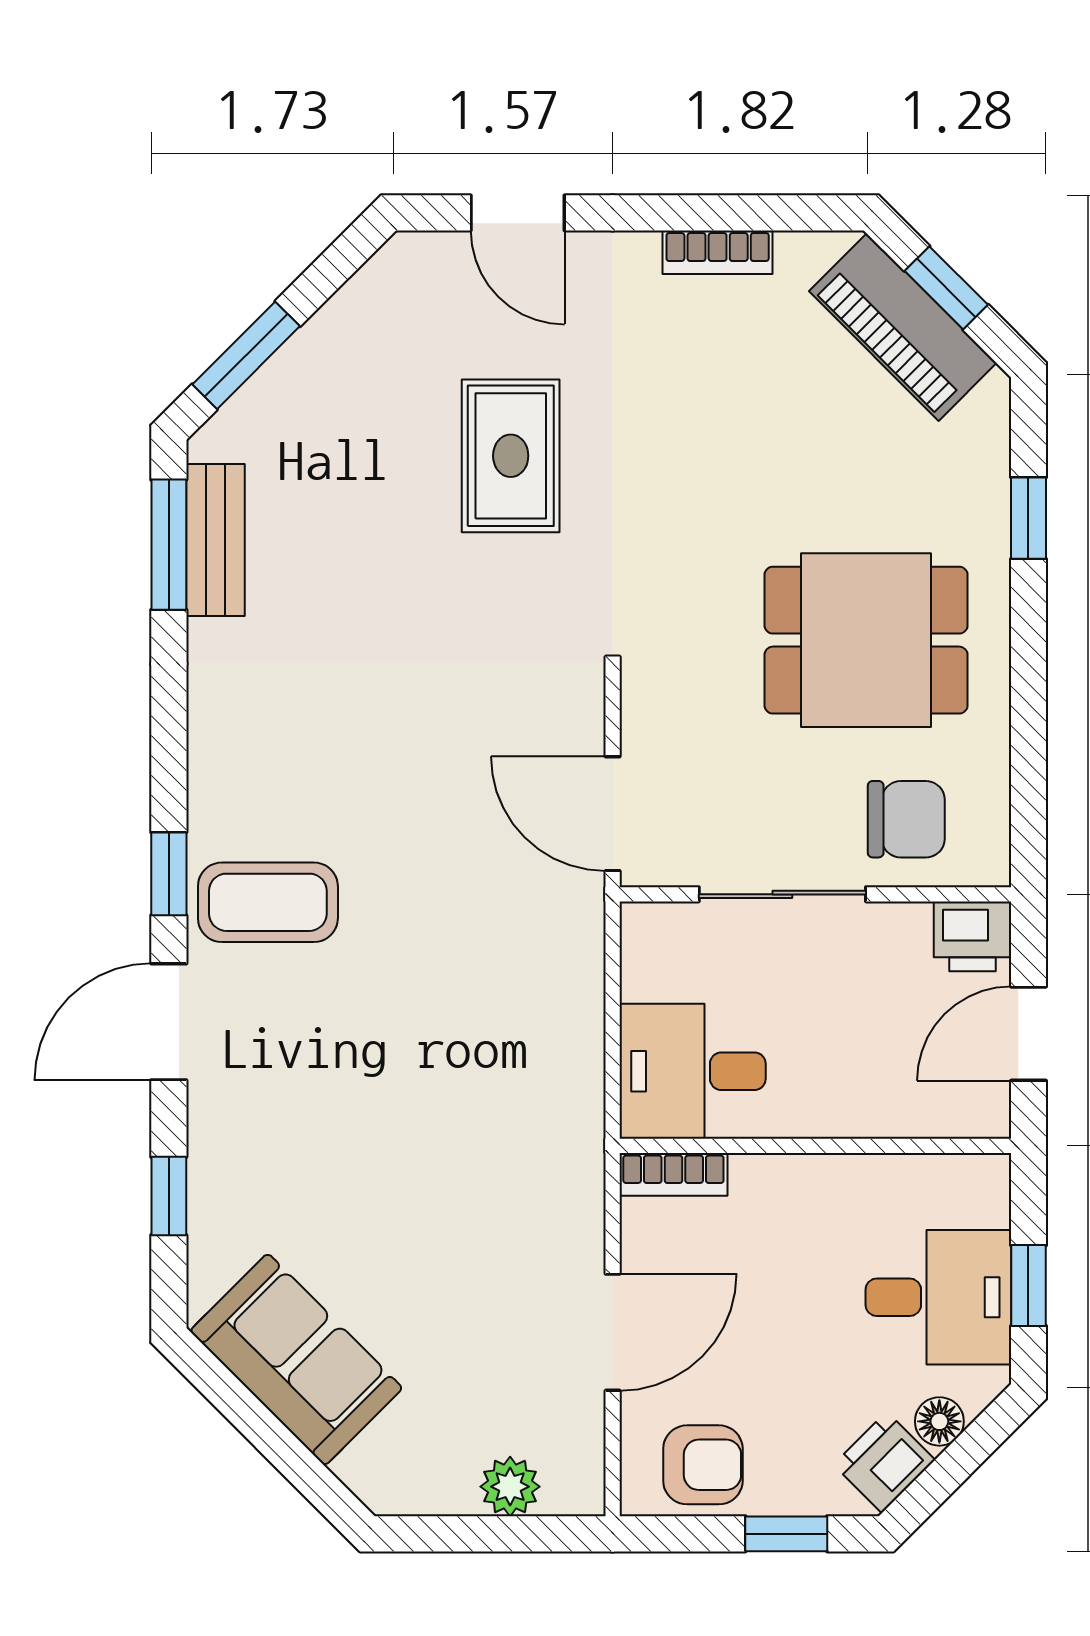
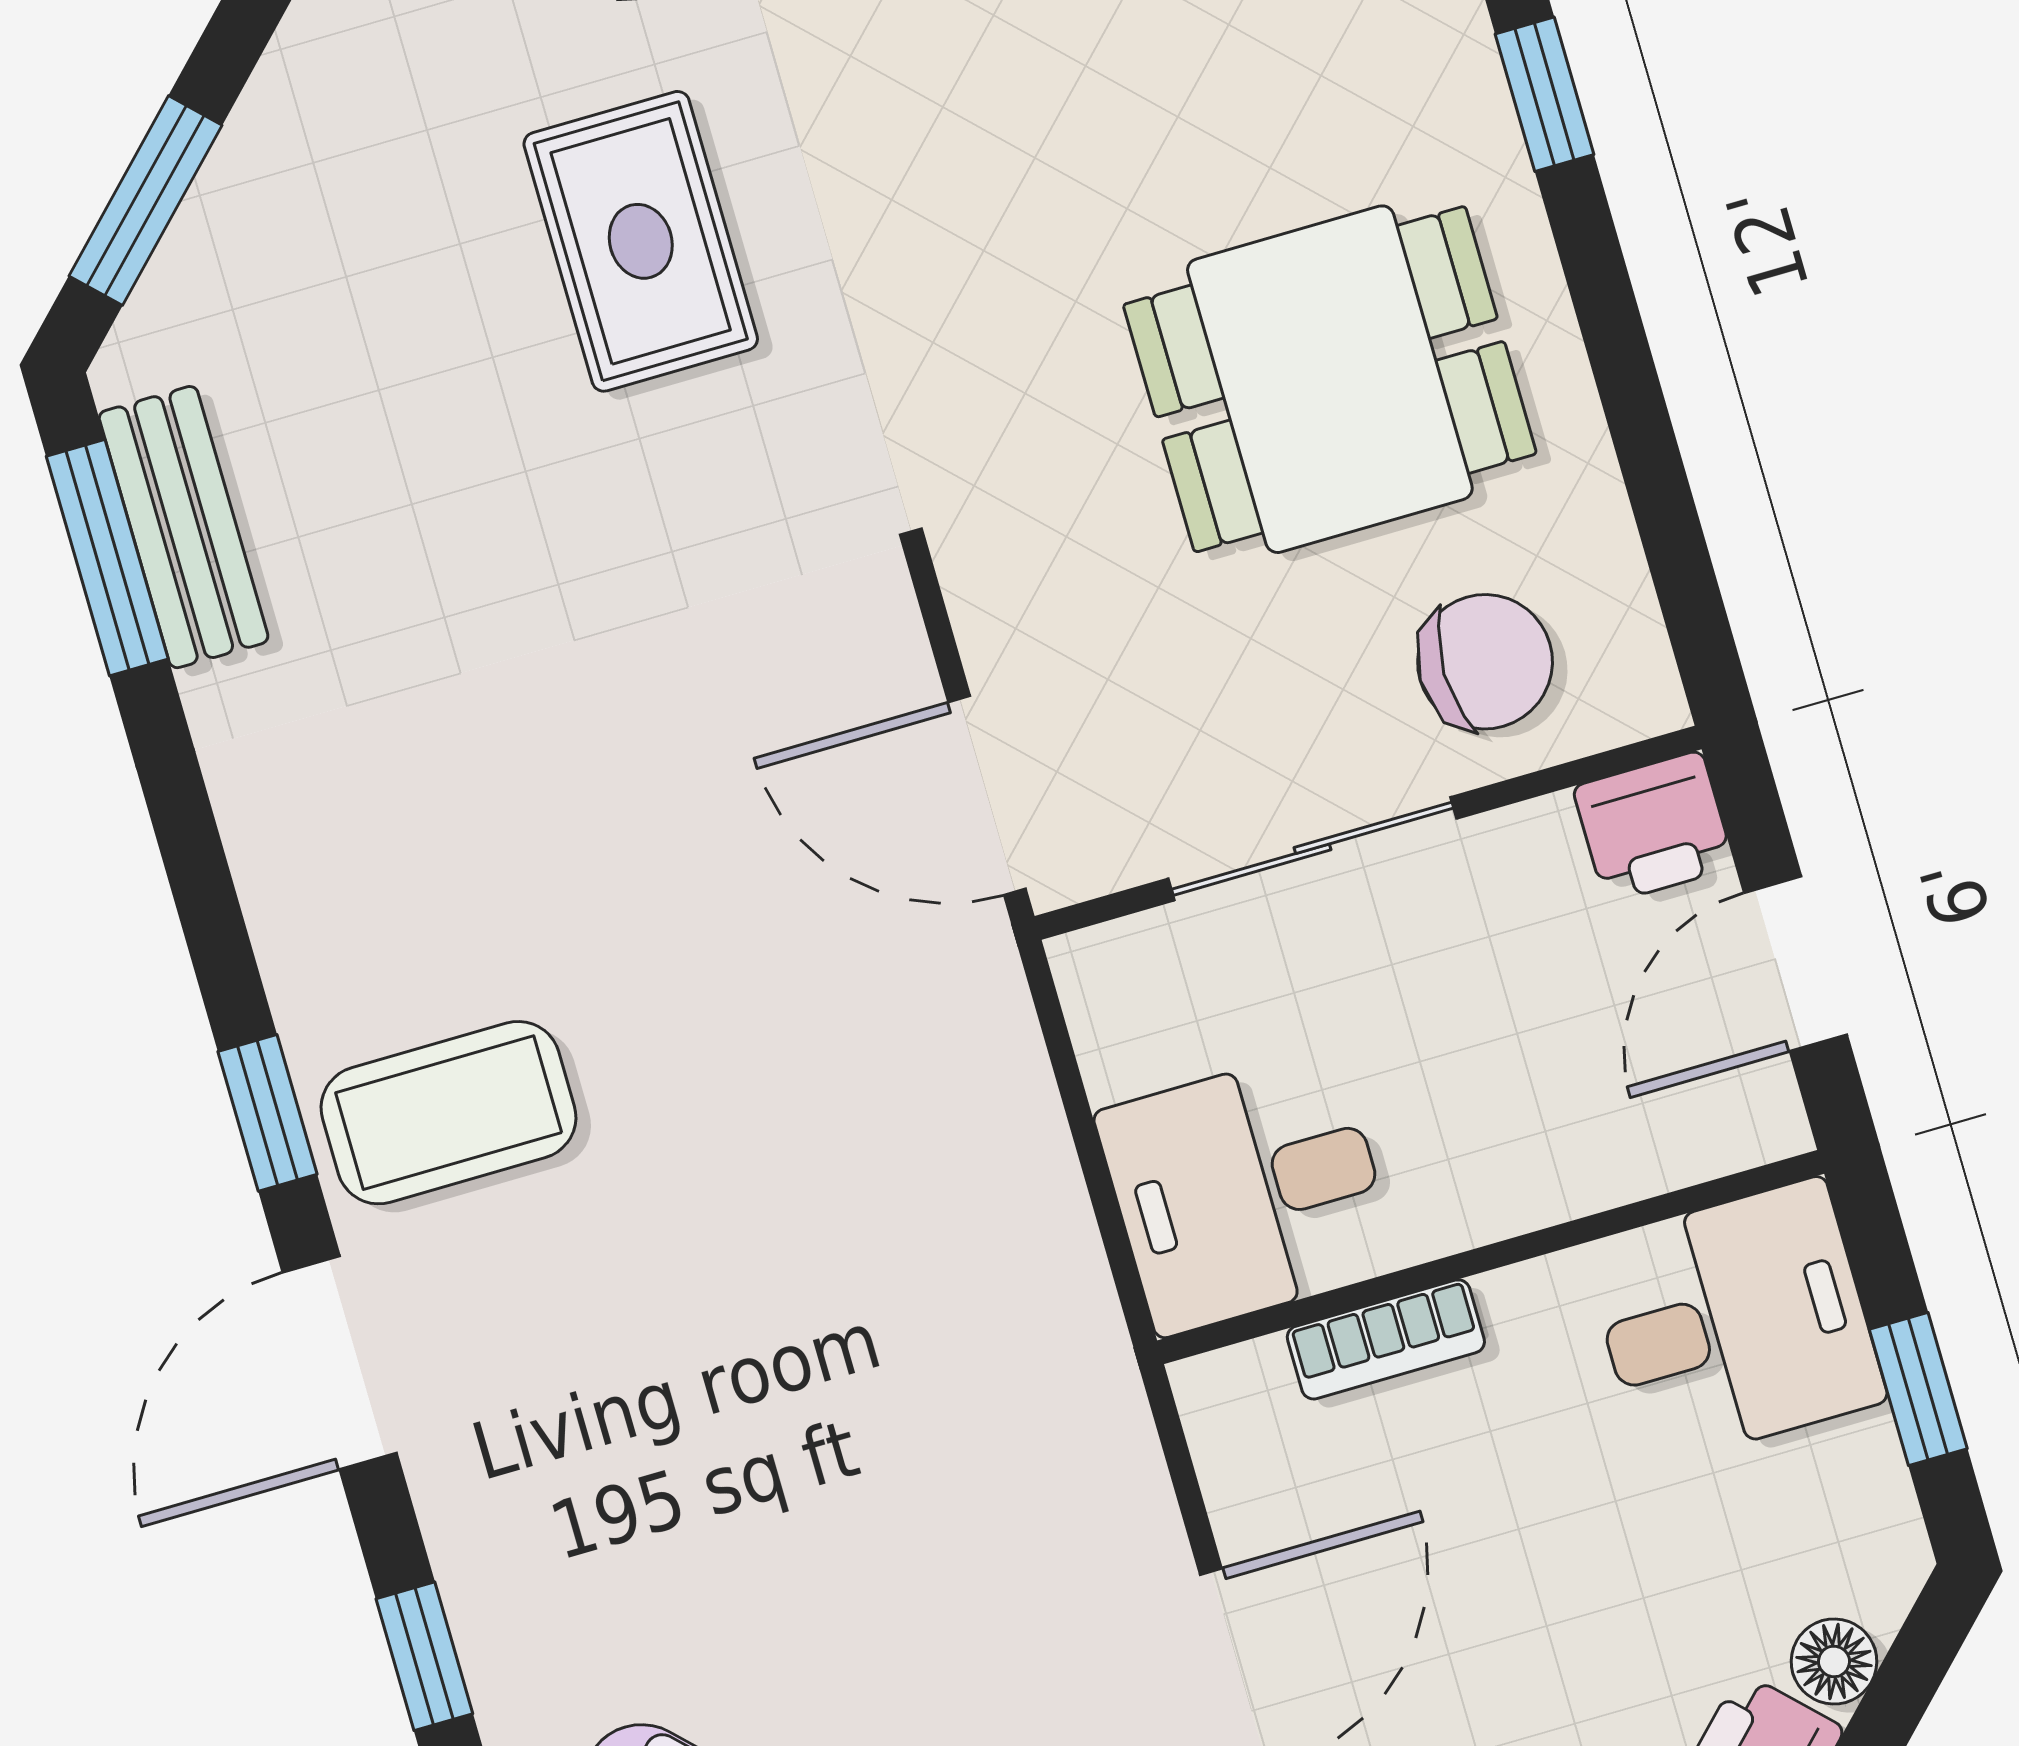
bookcase: (673, 1174) -> (1386, 1339), moved
desk: (938, 1297) -> (1734, 1323), moved

